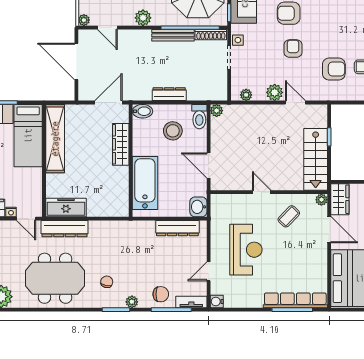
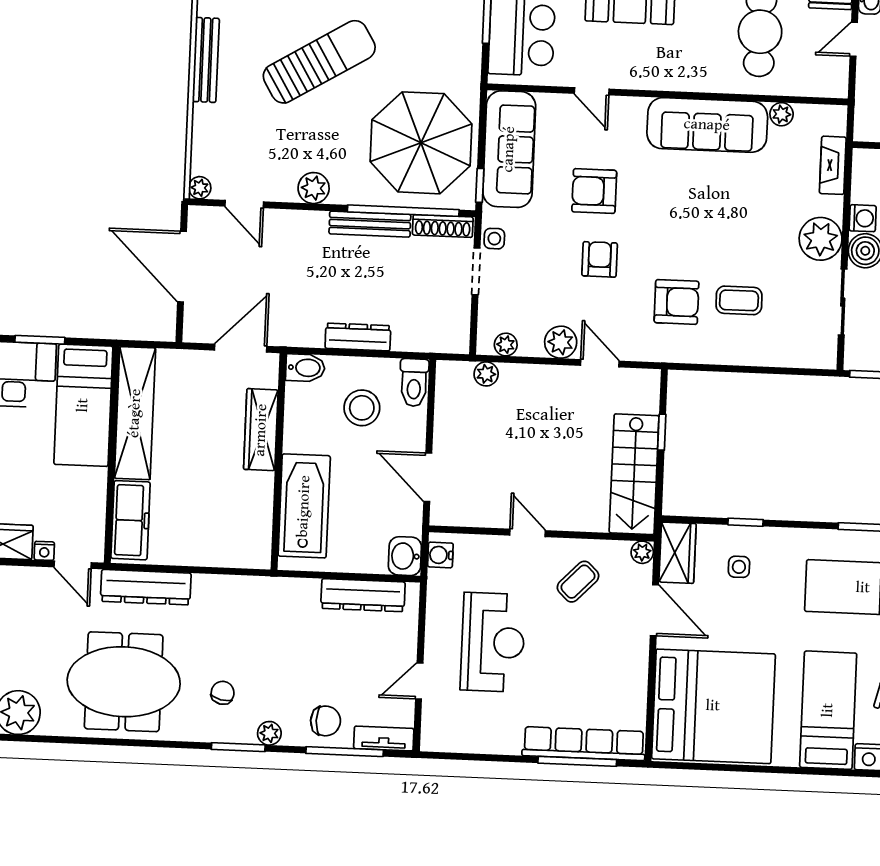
plant: (217, 111) -> (486, 374), moved
freezer: (66, 207) -> (131, 520), moved, turned 90
water cooler: (217, 301) -> (440, 555), moved

